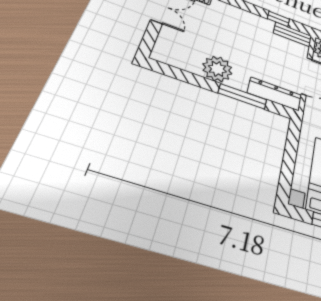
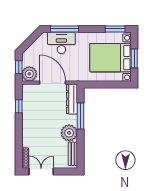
bench: (293, 34) -> (73, 154), moved

